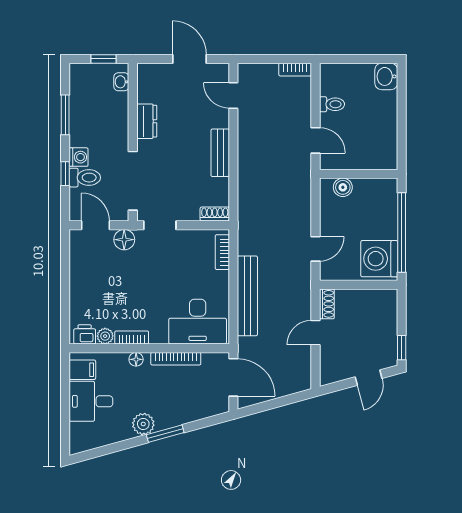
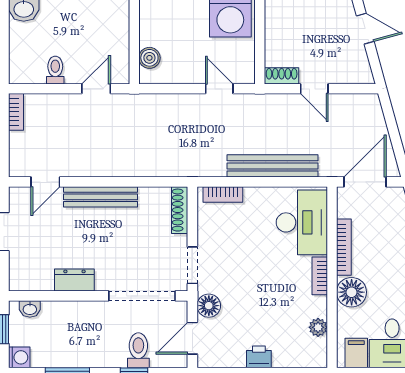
bench: (220, 153) -> (100, 197), width x1.36
washing machine: (79, 157) -> (19, 357), moved, turned 90
shoe rack: (215, 214) -> (180, 210), width x1.43
printer: (85, 334) -> (259, 357), moved, turned 90
bookcase: (132, 337) -> (320, 276), moved
floor lamp: (136, 359) -> (352, 292), width x1.89, depth x1.89

